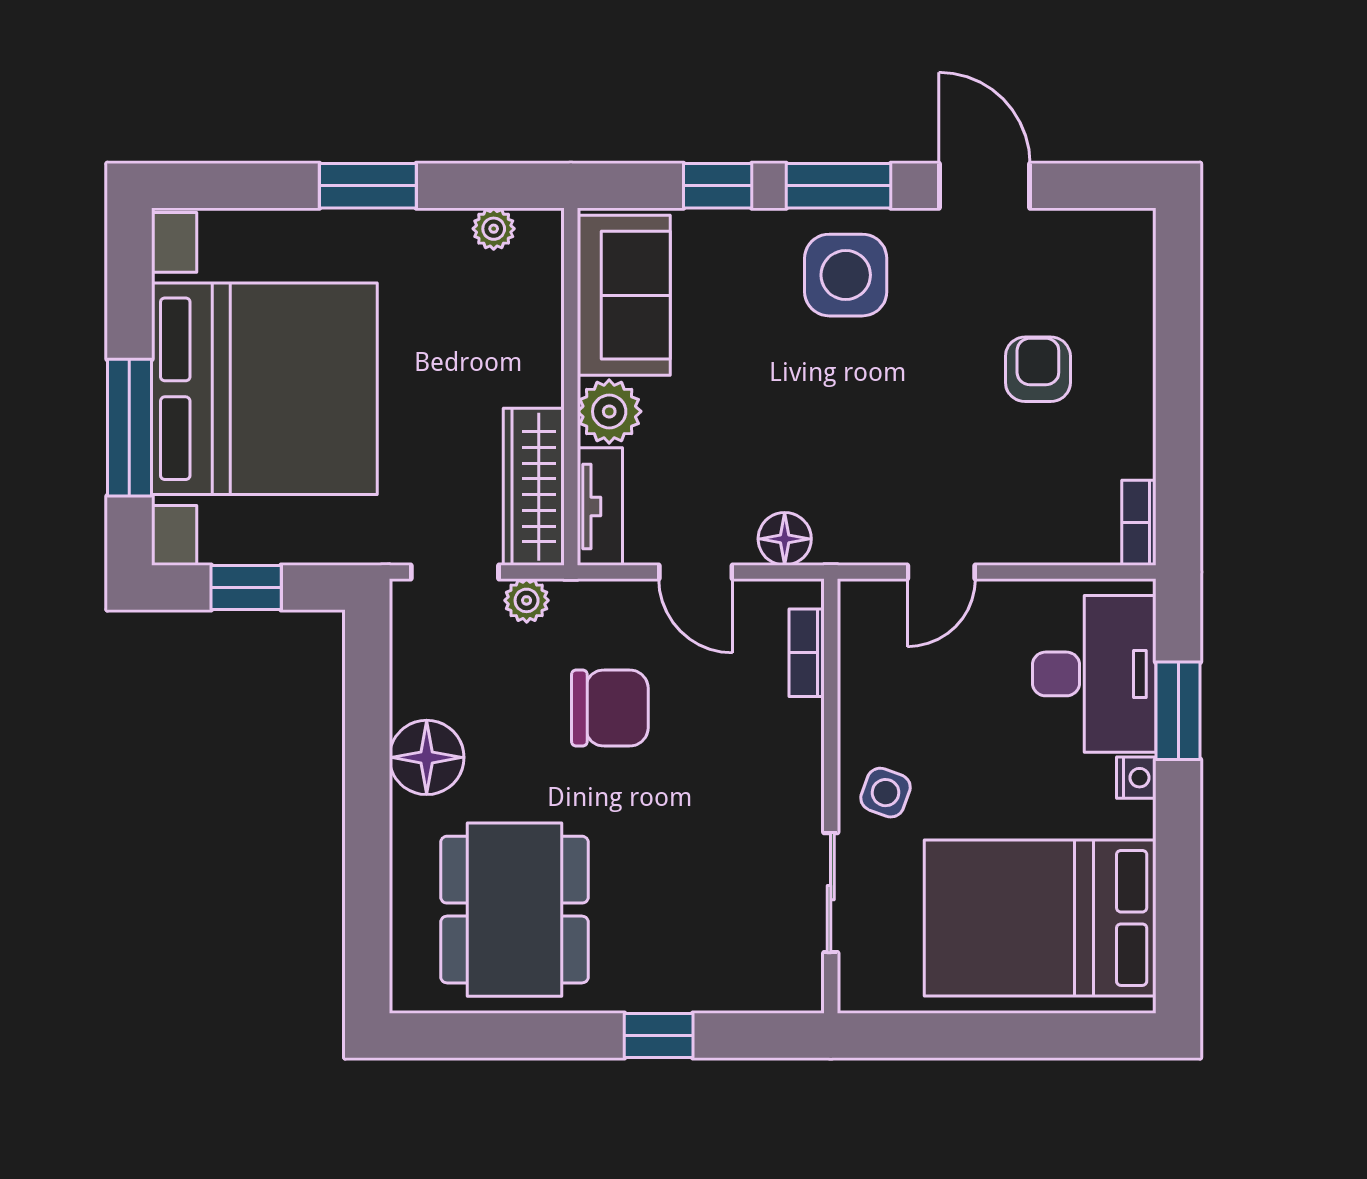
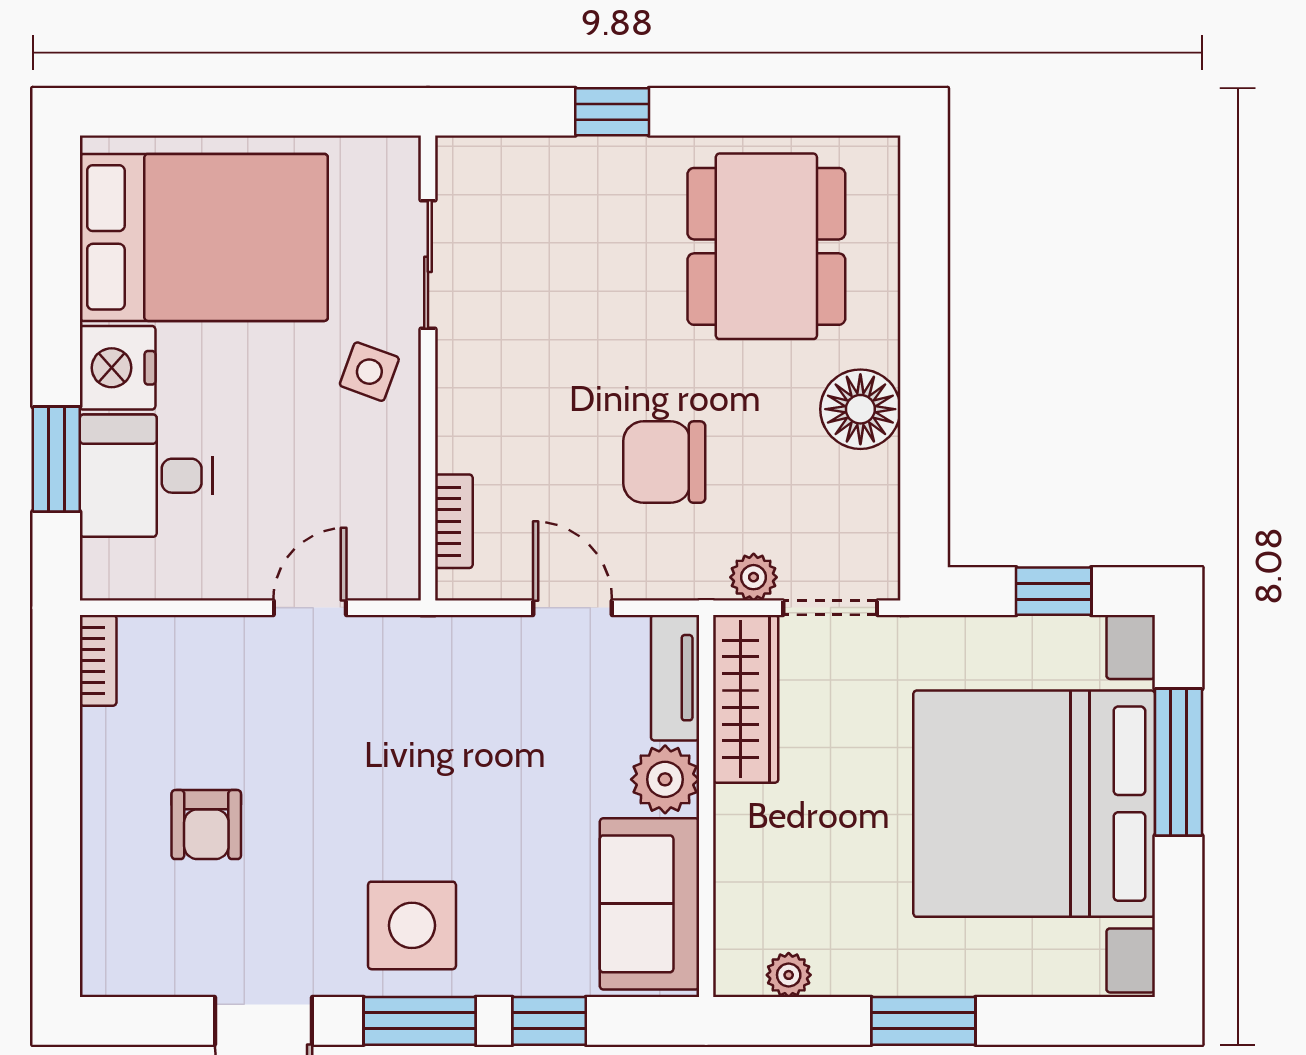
floor lamp: (785, 539) -> (477, 643), removed
desk: (1094, 674) -> (146, 476), width x0.73
nightstand: (1136, 778) -> (118, 368), width x1.89, depth x1.79

